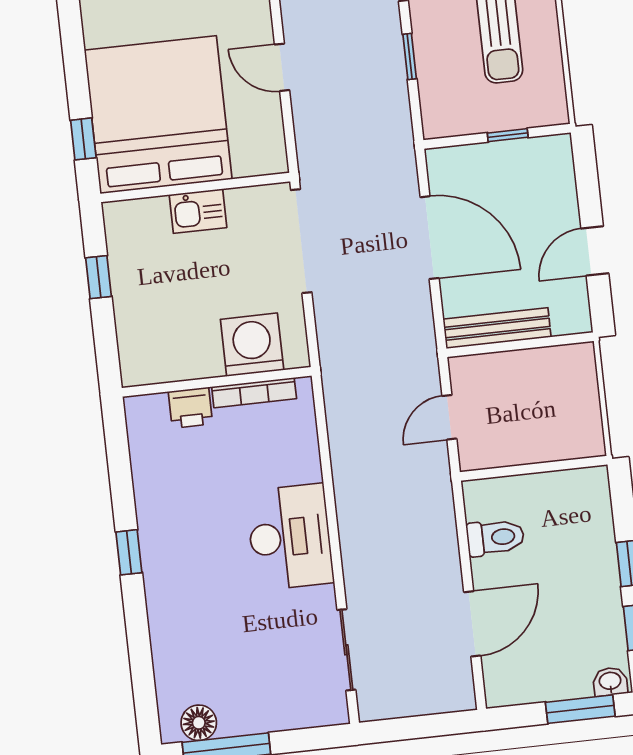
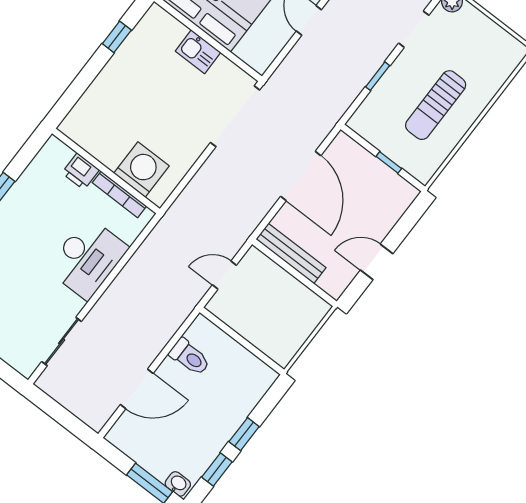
washing machine: (252, 345) -> (141, 170), moved
wall: (217, 382) -> (106, 171), moved
bookcase: (254, 393) -> (119, 194), moved
printer: (190, 408) -> (81, 171), moved

